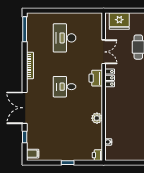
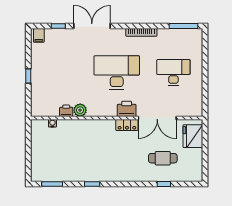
double door: (104, 52) -> (157, 118), width x1.37
desk: (65, 87) -> (117, 72), width x1.87, depth x1.30
printer: (97, 155) -> (66, 111), moved

